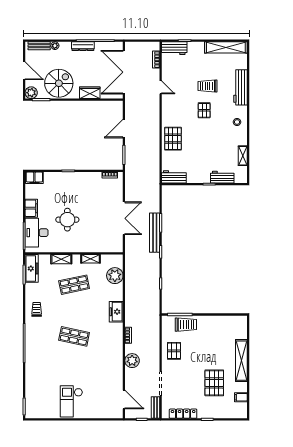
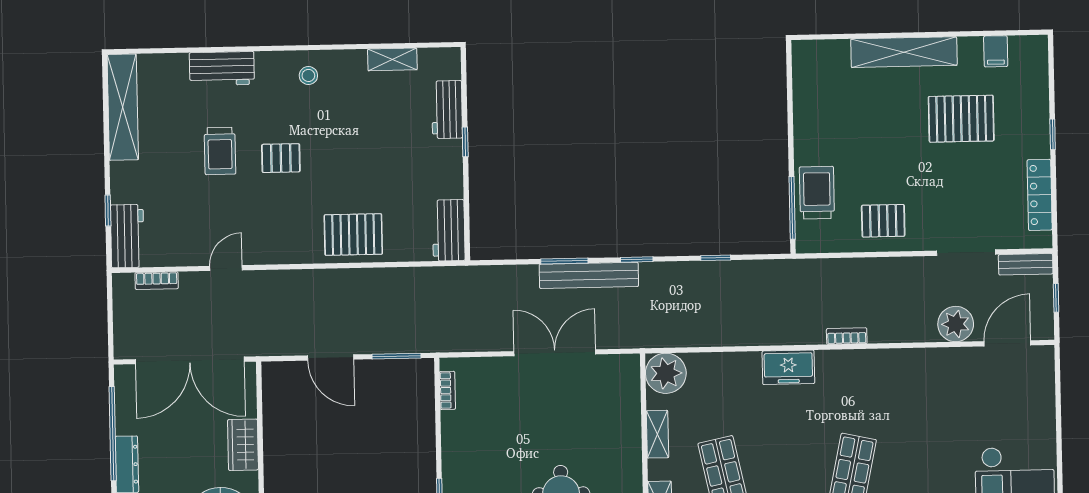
workbench: (240, 87) -> (222, 69), width x0.73
plant: (115, 276) -> (666, 373), moved
plant: (132, 361) -> (956, 324), moved

